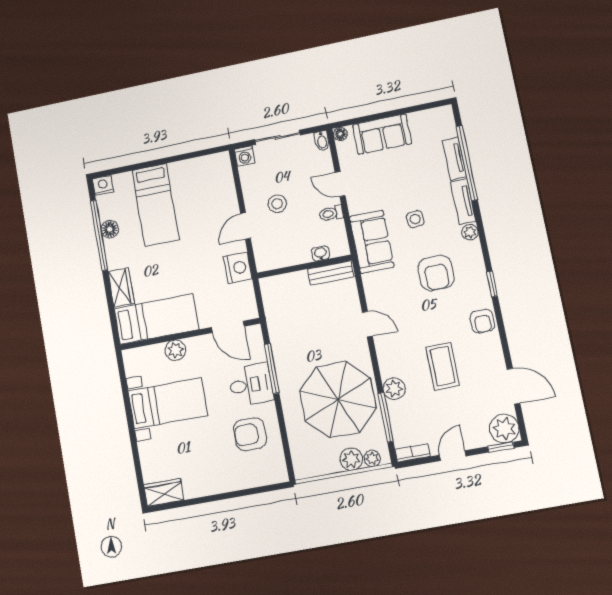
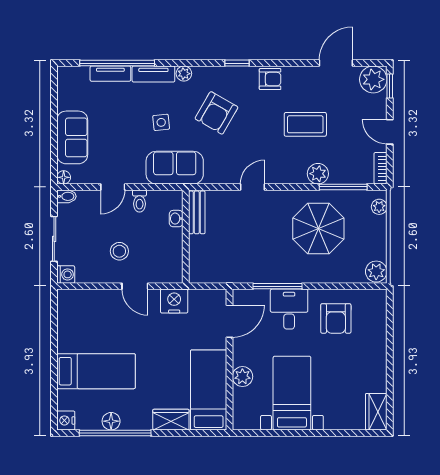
armchair: (436, 273) -> (216, 113), turned 120
parasol: (338, 400) -> (318, 229), width x0.73, depth x0.73
plant: (351, 459) -> (376, 272), moved

